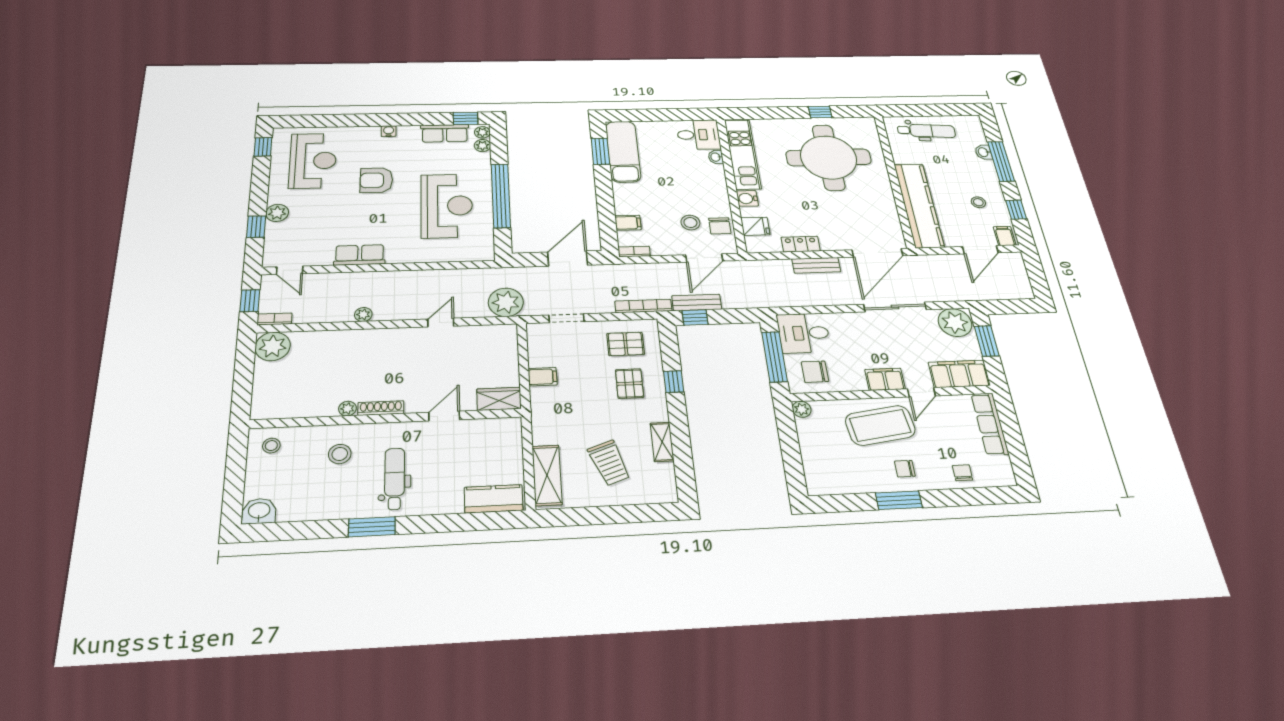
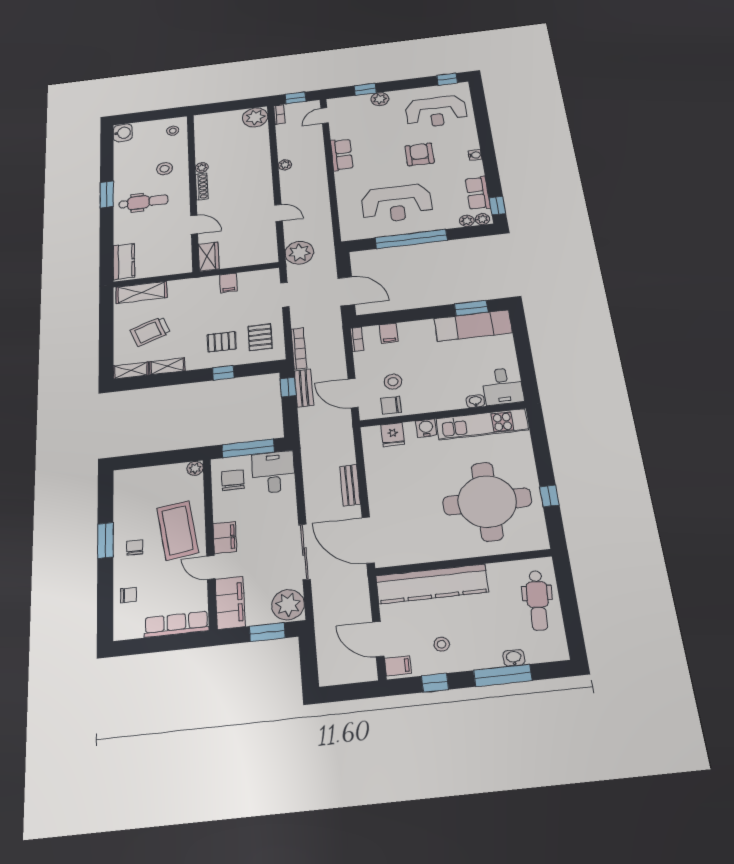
locker: (801, 244) -> (374, 473), removed
shelving: (667, 483) -> (131, 370), added

